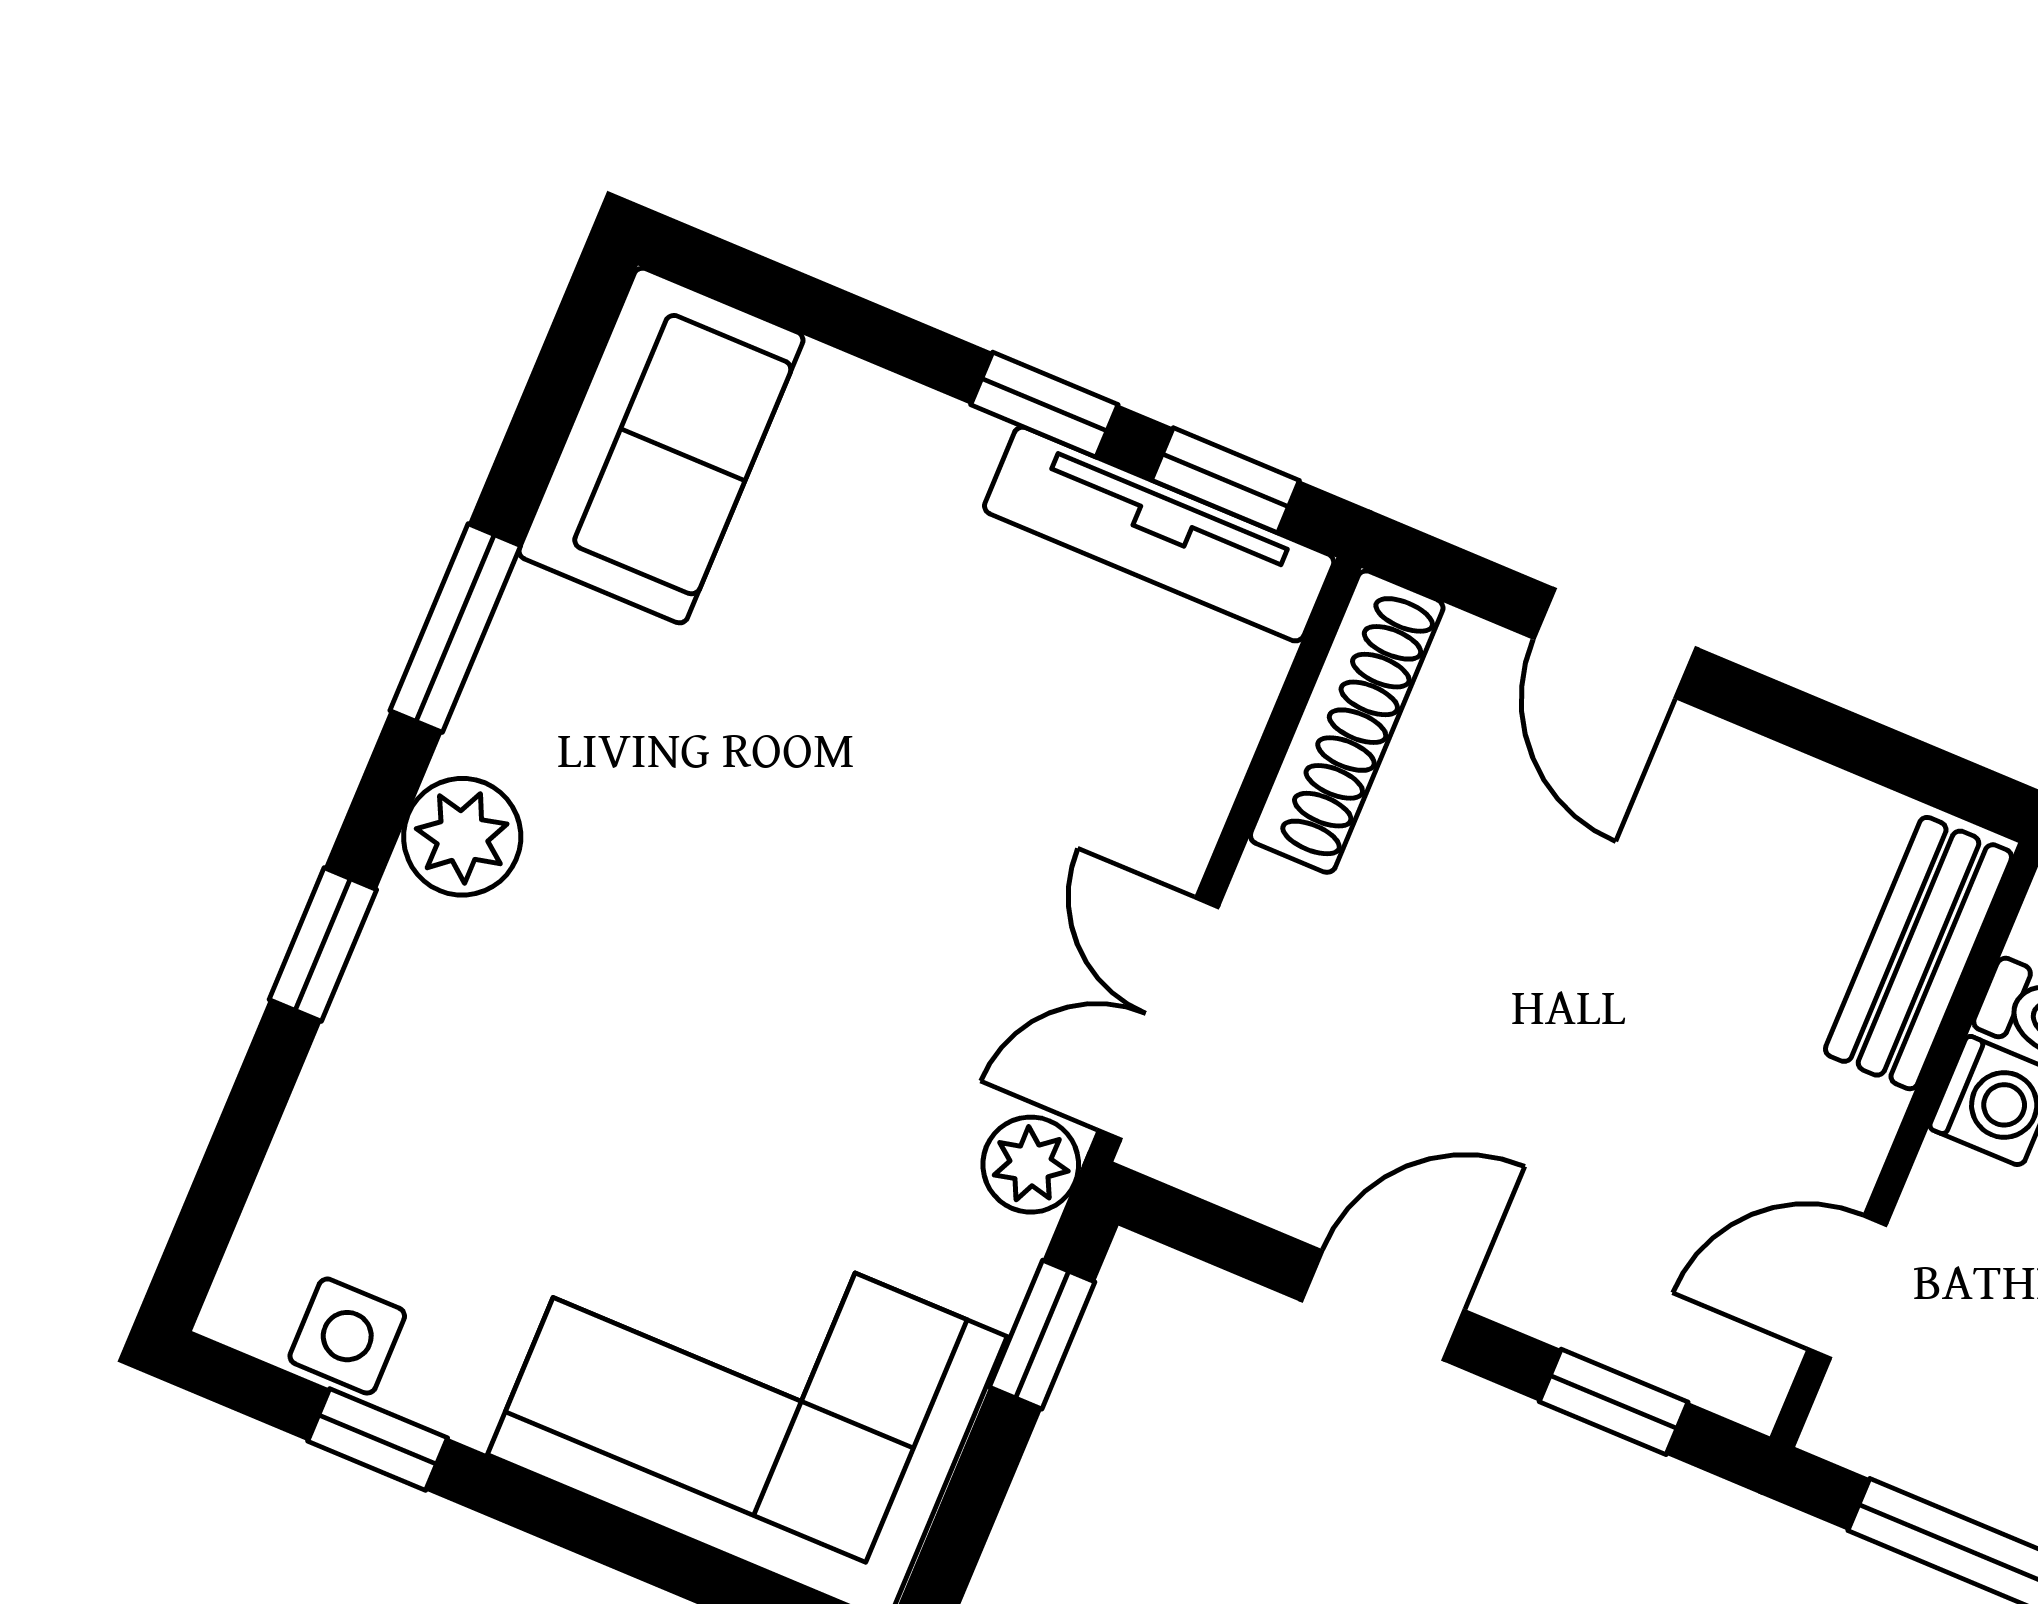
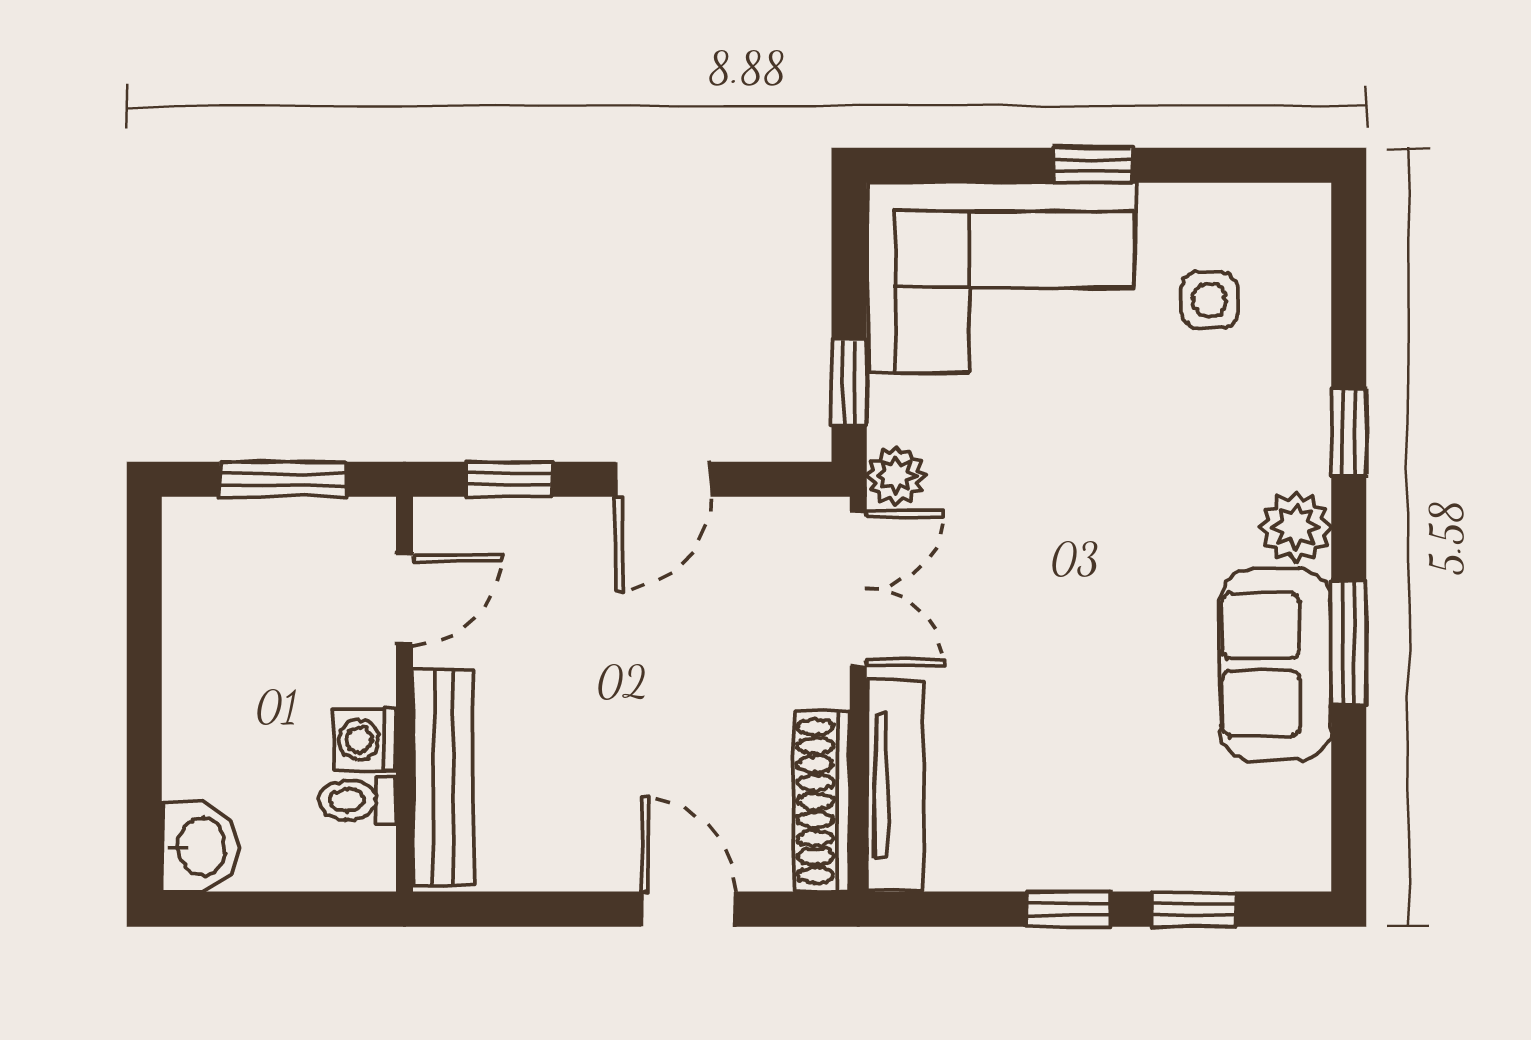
sofa: (661, 446) -> (1275, 665), moved
window: (1225, 480) -> (1193, 909), moved
tv unit: (1159, 534) -> (895, 786), moved, turned 90
bench: (1918, 953) -> (443, 777), width x1.36
side table: (347, 1336) -> (1210, 300), moved
window: (378, 1440) -> (1092, 165), moved

